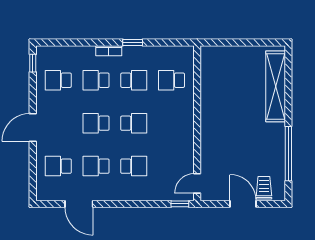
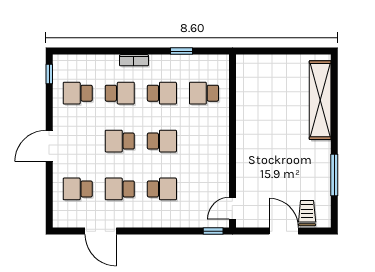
window: (133, 43) -> (182, 51), moved
school desk: (96, 80) -> (120, 93), turned 180
window: (288, 154) -> (334, 175), width x0.68

